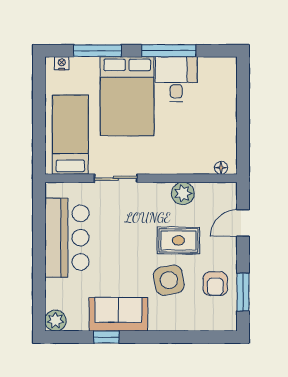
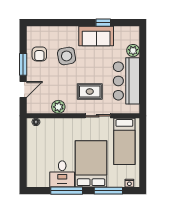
rug: (178, 240) -> (90, 91), moved
armchair: (215, 284) -> (39, 54), turned 180
window: (243, 292) -> (23, 64), moved
plant: (55, 321) -> (133, 51), moved

